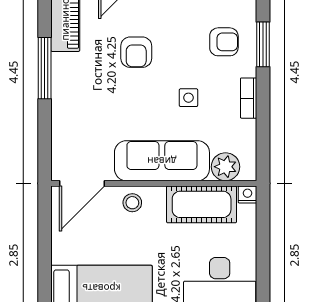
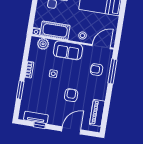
armchair: (224, 42) -> (97, 70), moved
window: (45, 68) -> (112, 71), moved
sofa: (162, 161) -> (68, 50), width x0.73

